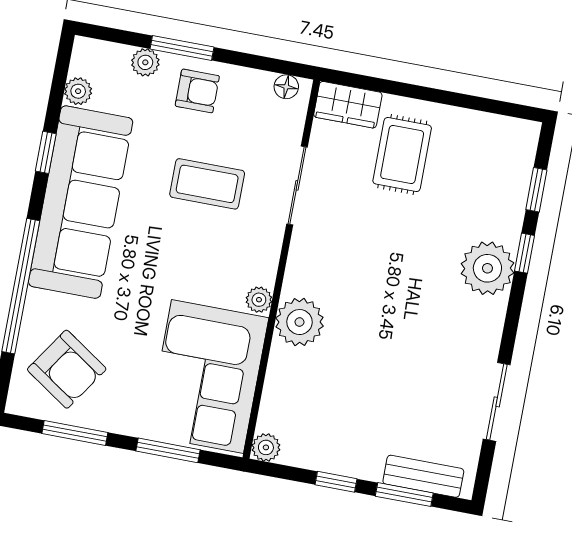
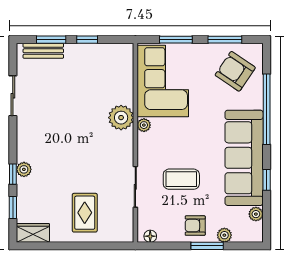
wardrobe: (348, 105) -> (33, 233), moved
plant: (487, 268) -> (24, 169), width x0.53, depth x0.53
plant: (266, 447) -> (126, 50), removed

